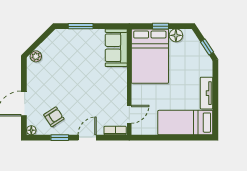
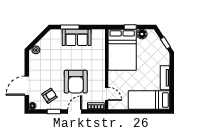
sofa: (116, 48) -> (77, 37), moved, turned -90
armchair: (89, 98) -> (76, 82), added
door: (129, 114) -> (107, 94), hinge flipped

